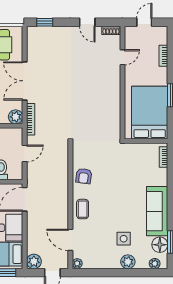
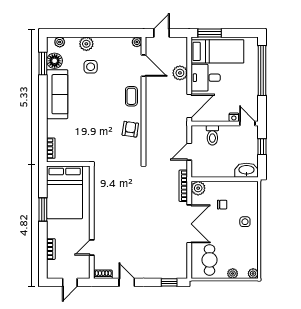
plant: (34, 261) -> (180, 73), moved

